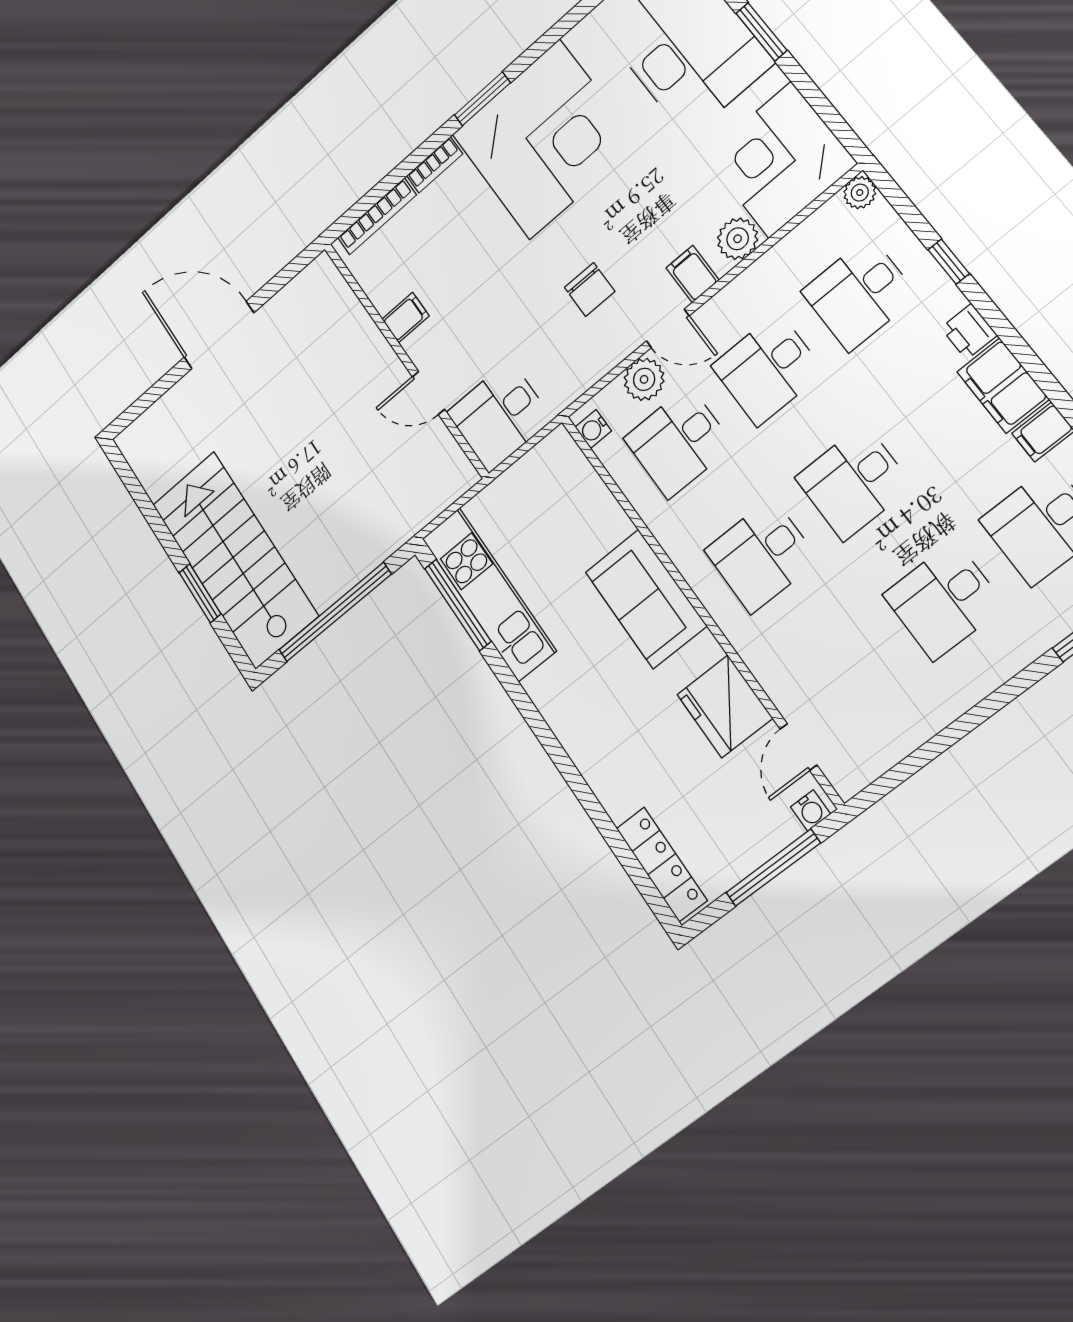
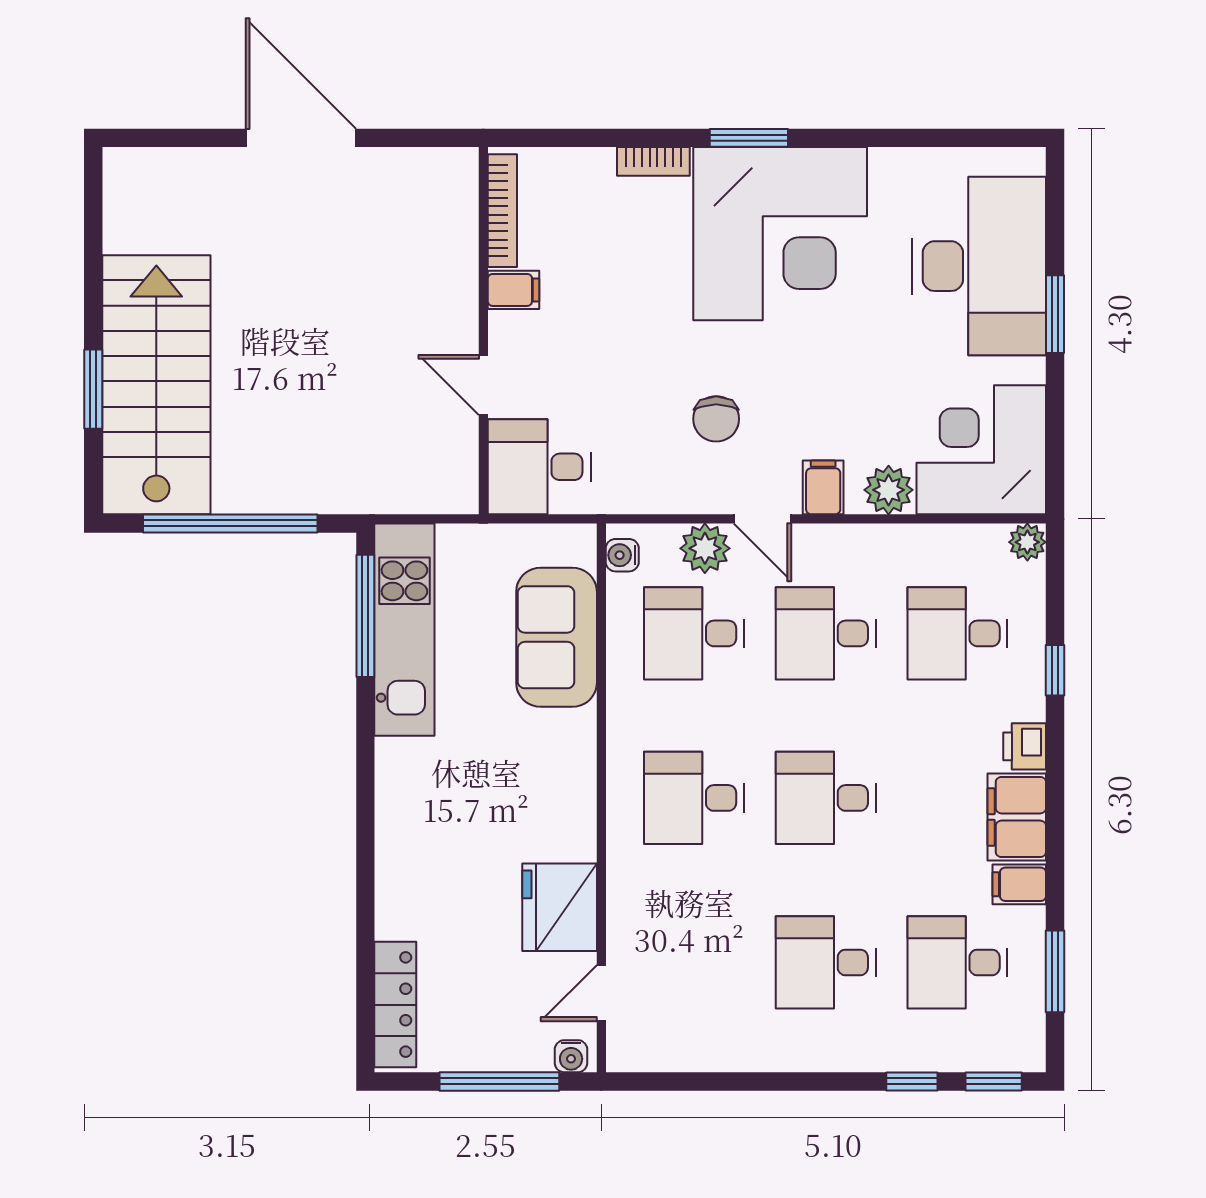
bookcase: (377, 216) -> (502, 211), moved, turned -90
sofa: (646, 599) -> (557, 637), moved

